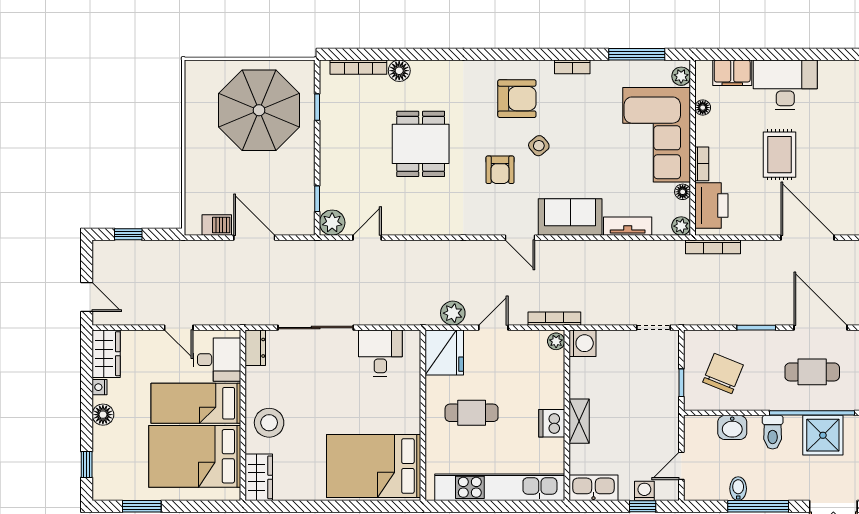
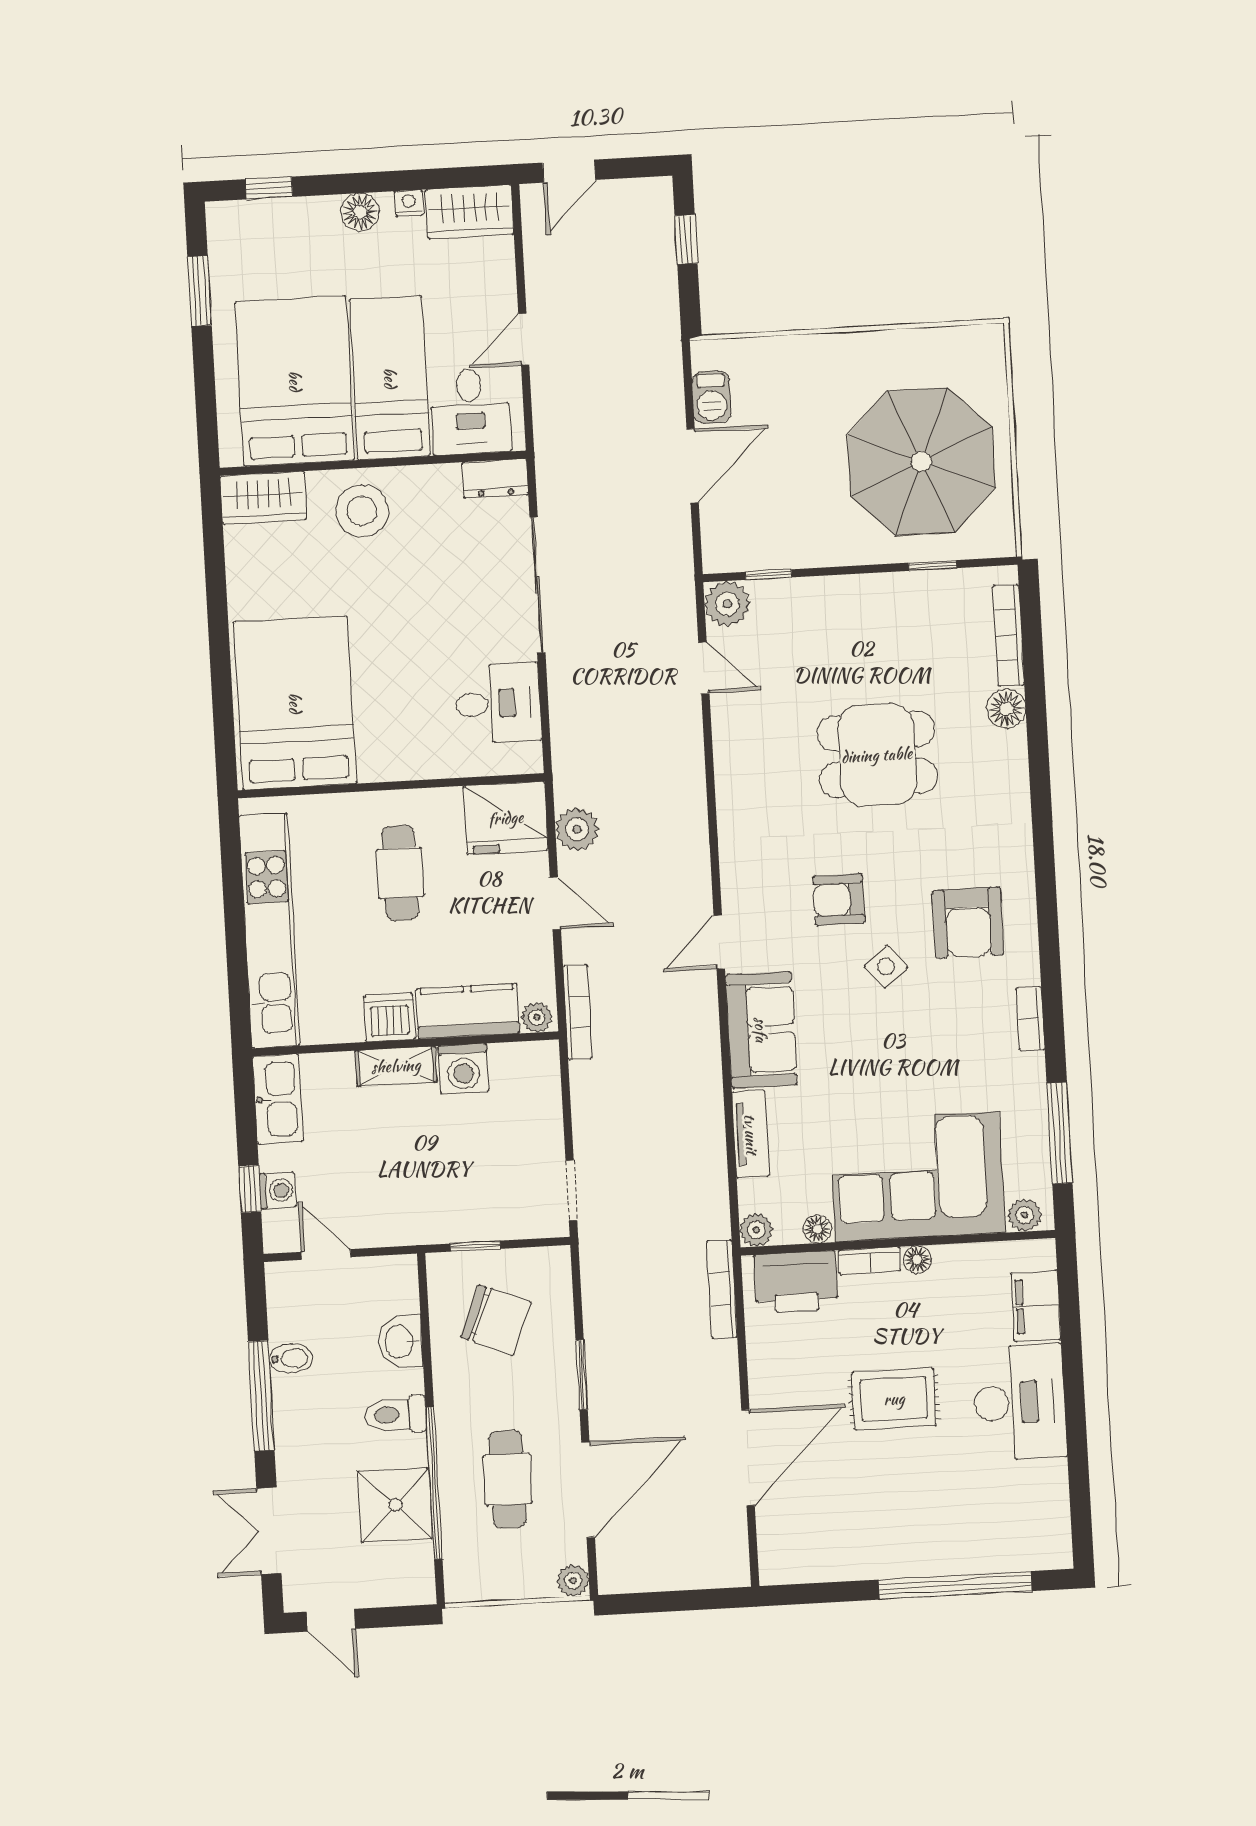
floor lamp: (703, 108) -> (917, 1260), moved
washing machine: (582, 343) -> (463, 1069), moved
kitchen counter: (551, 380) -> (468, 1011), added

